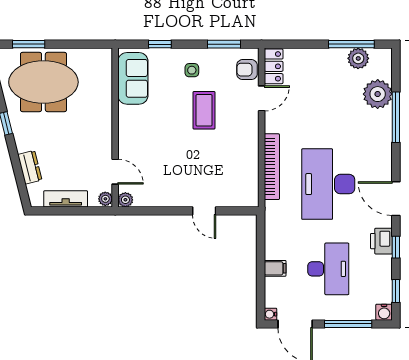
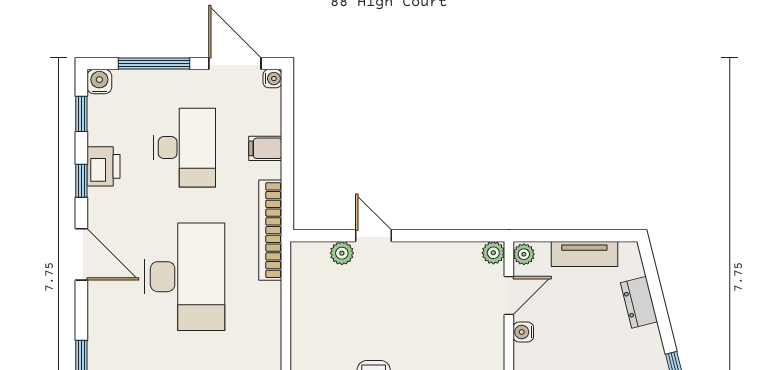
water cooler: (106, 148) -> (523, 332), added
bookcase: (272, 167) -> (270, 230), moved
door: (115, 172) -> (509, 296), swing flipped
plant: (225, 200) -> (342, 253), added
printer: (381, 241) -> (103, 166), moved
desk: (328, 269) -> (184, 148), turned 180

